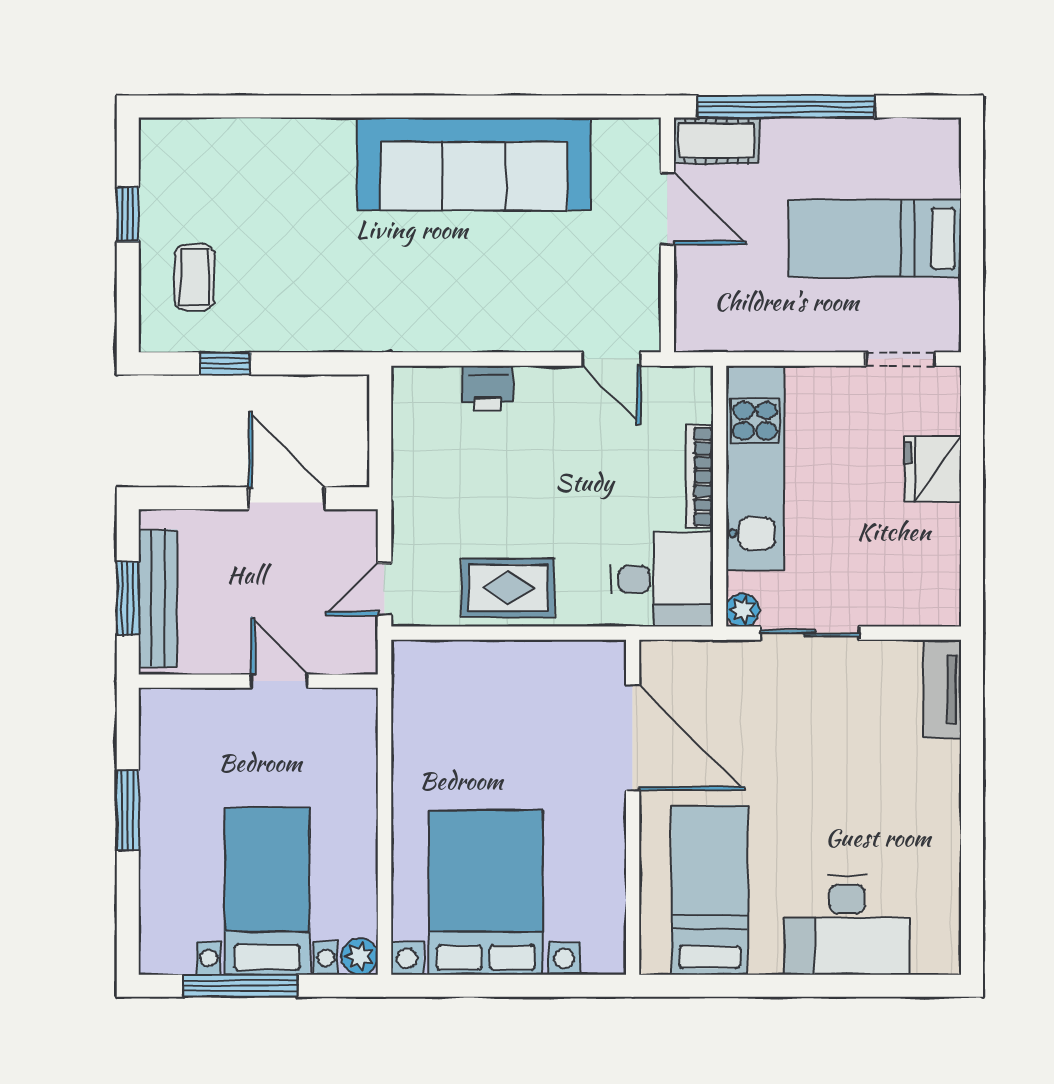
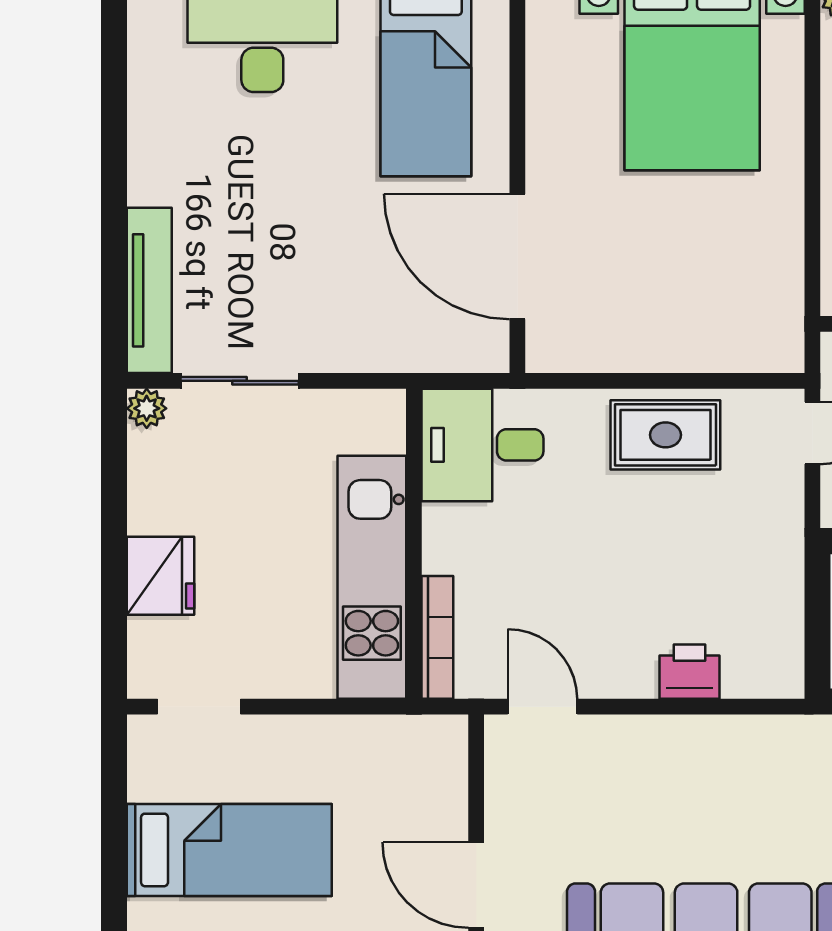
bookcase: (700, 477) -> (437, 637), moved
plant: (743, 610) -> (147, 408), moved
sliding door: (810, 633) -> (240, 381), moved
tv unit: (942, 689) -> (149, 290), width x1.41

